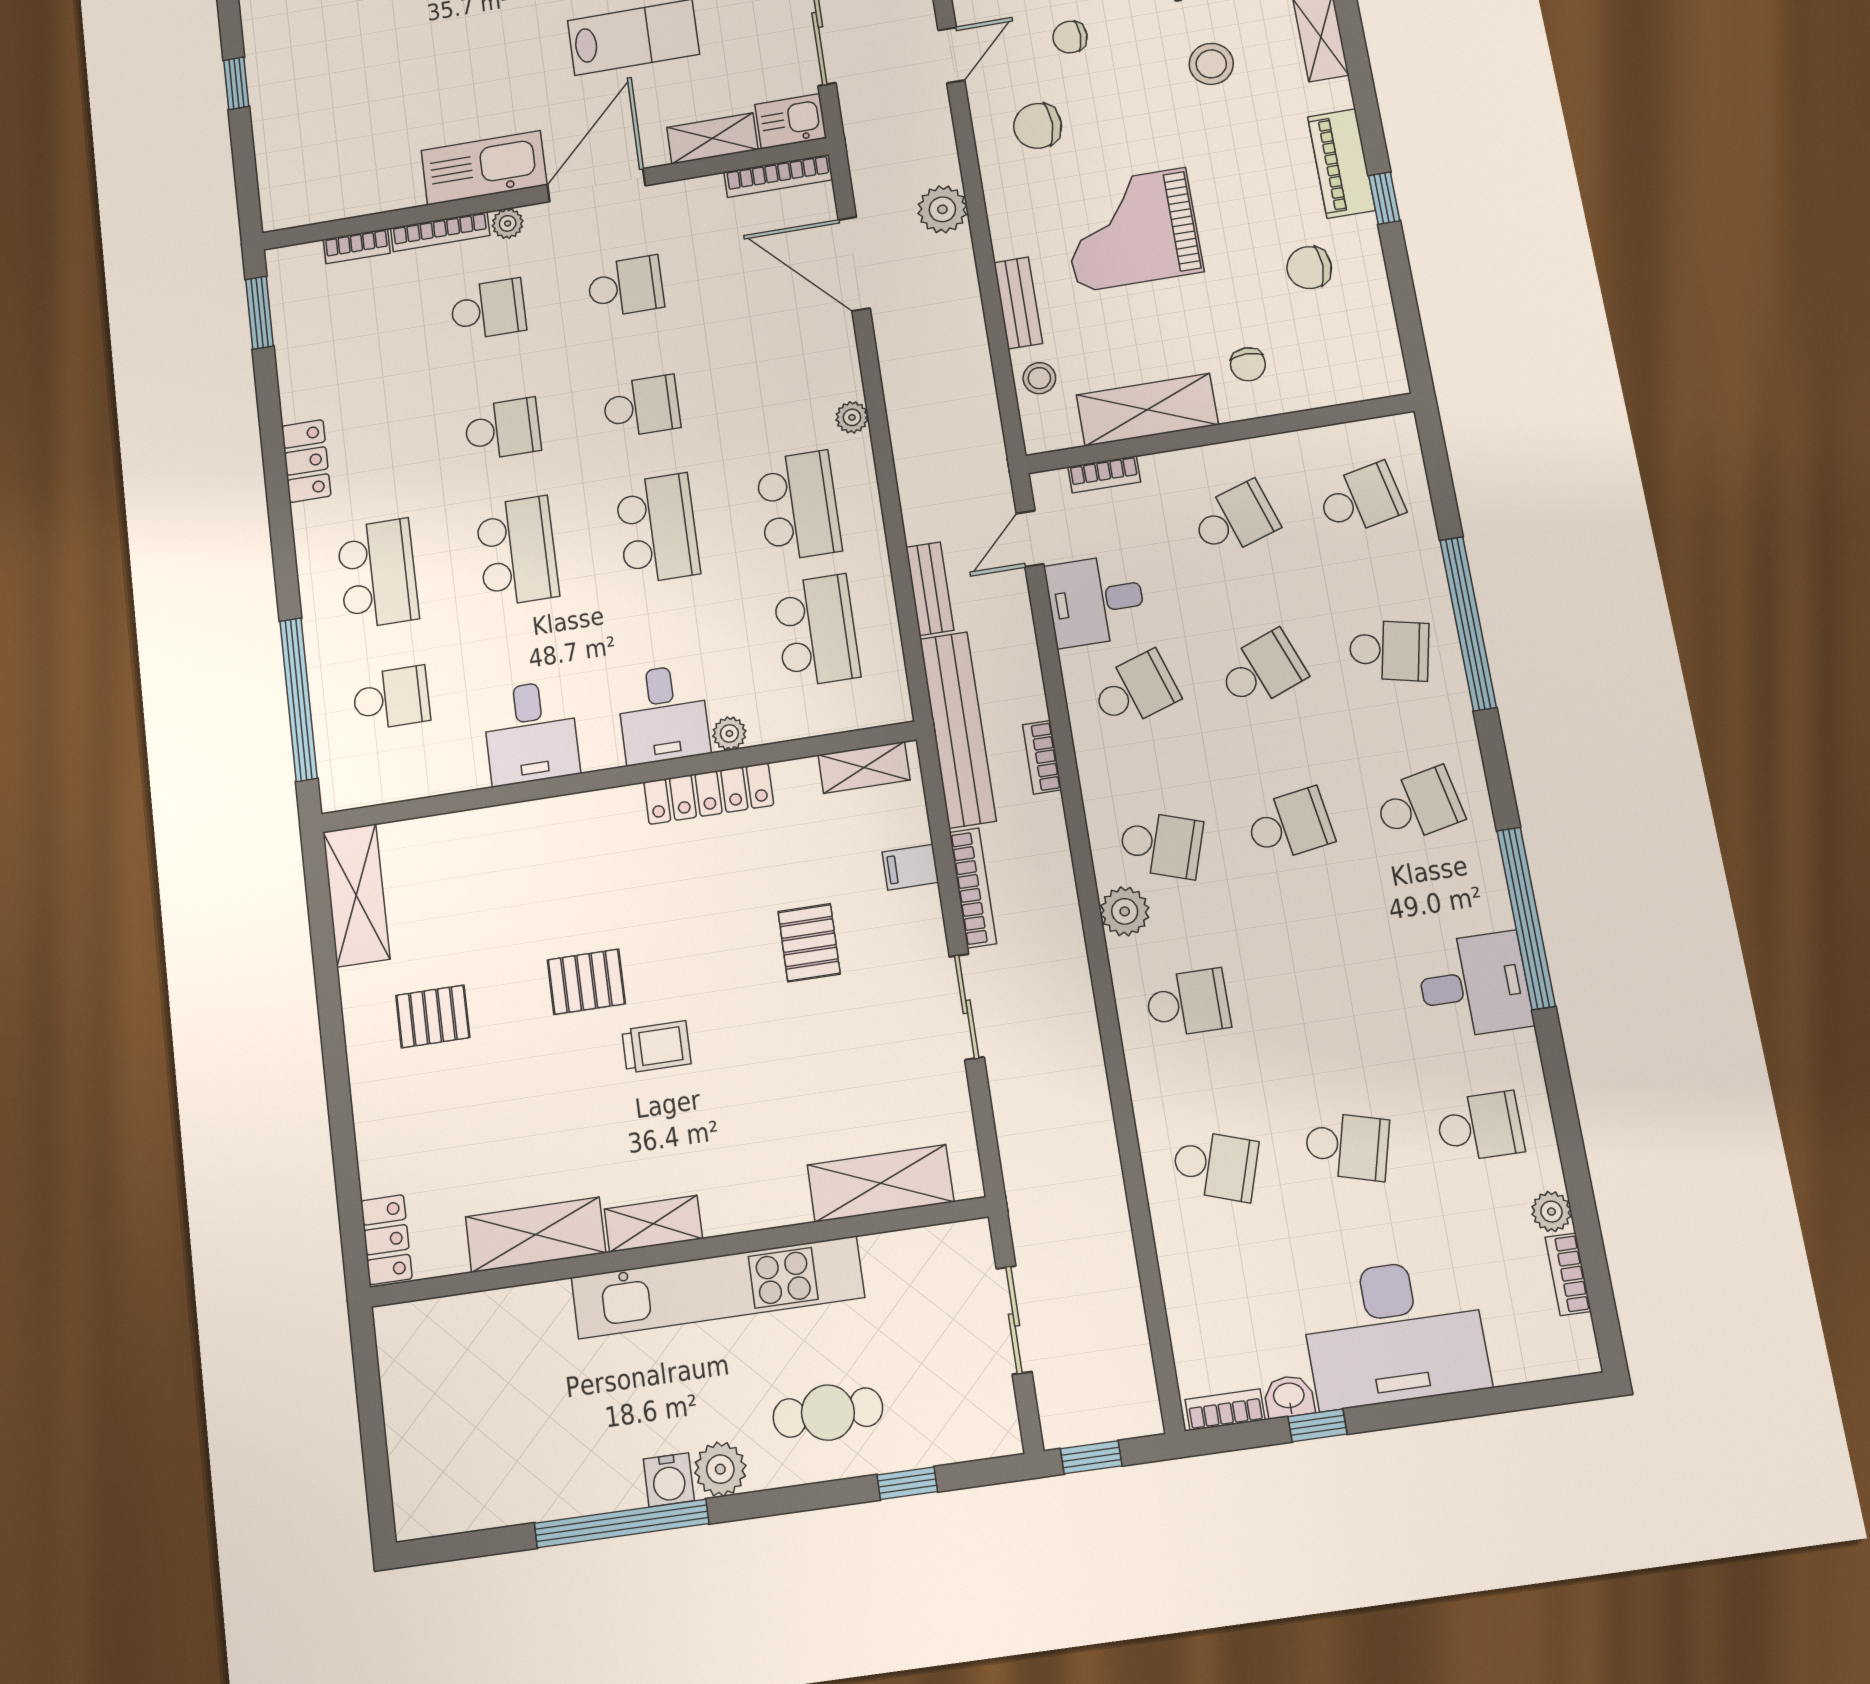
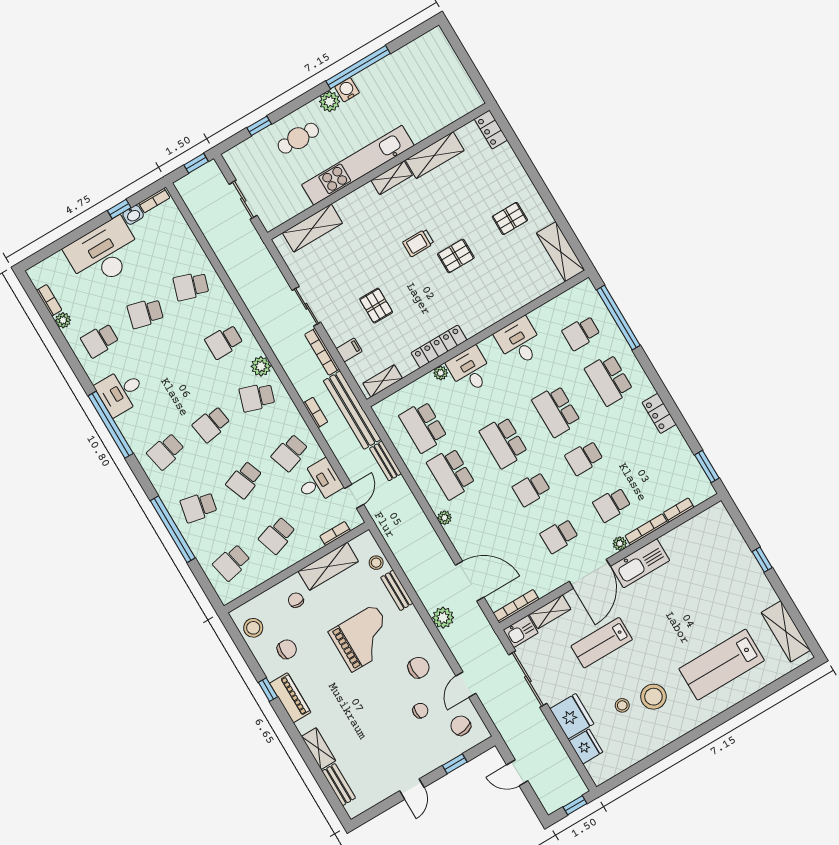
stool: (1211, 64) -> (253, 628), moved

